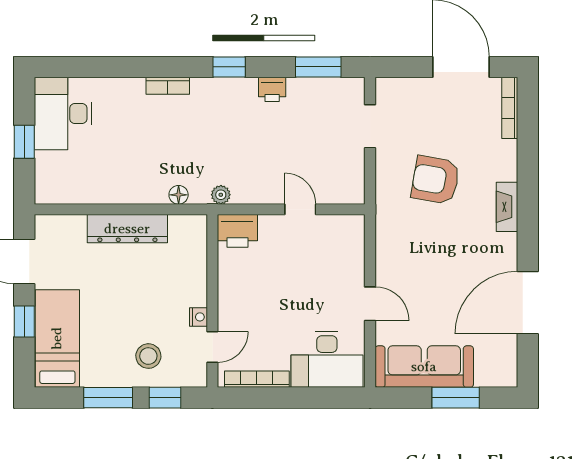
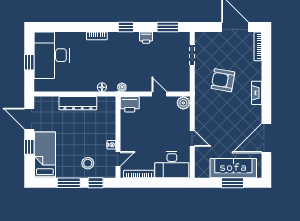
desk: (63, 114) -> (52, 55), width x1.36, depth x1.30
plant: (351, 228) -> (183, 103), added
sofa: (424, 367) -> (233, 168), moved

